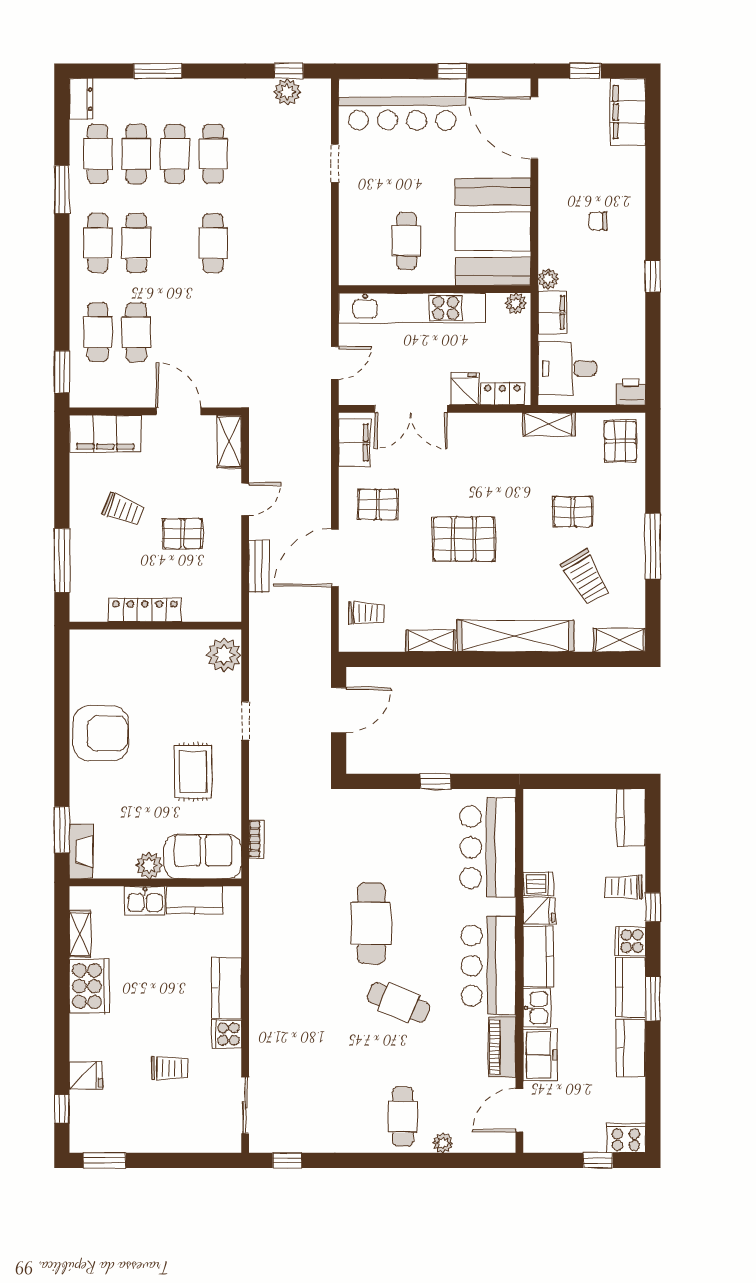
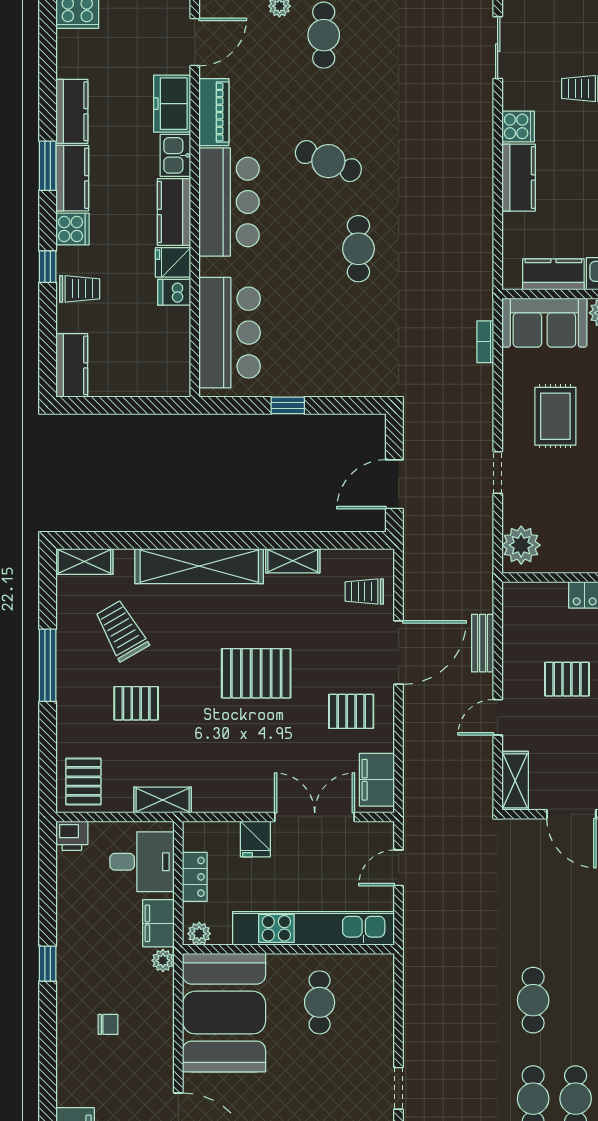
locker: (502, 394) -> (195, 877), moved, turned -90
cafe table: (371, 923) -> (358, 249), width x0.73, depth x0.74

